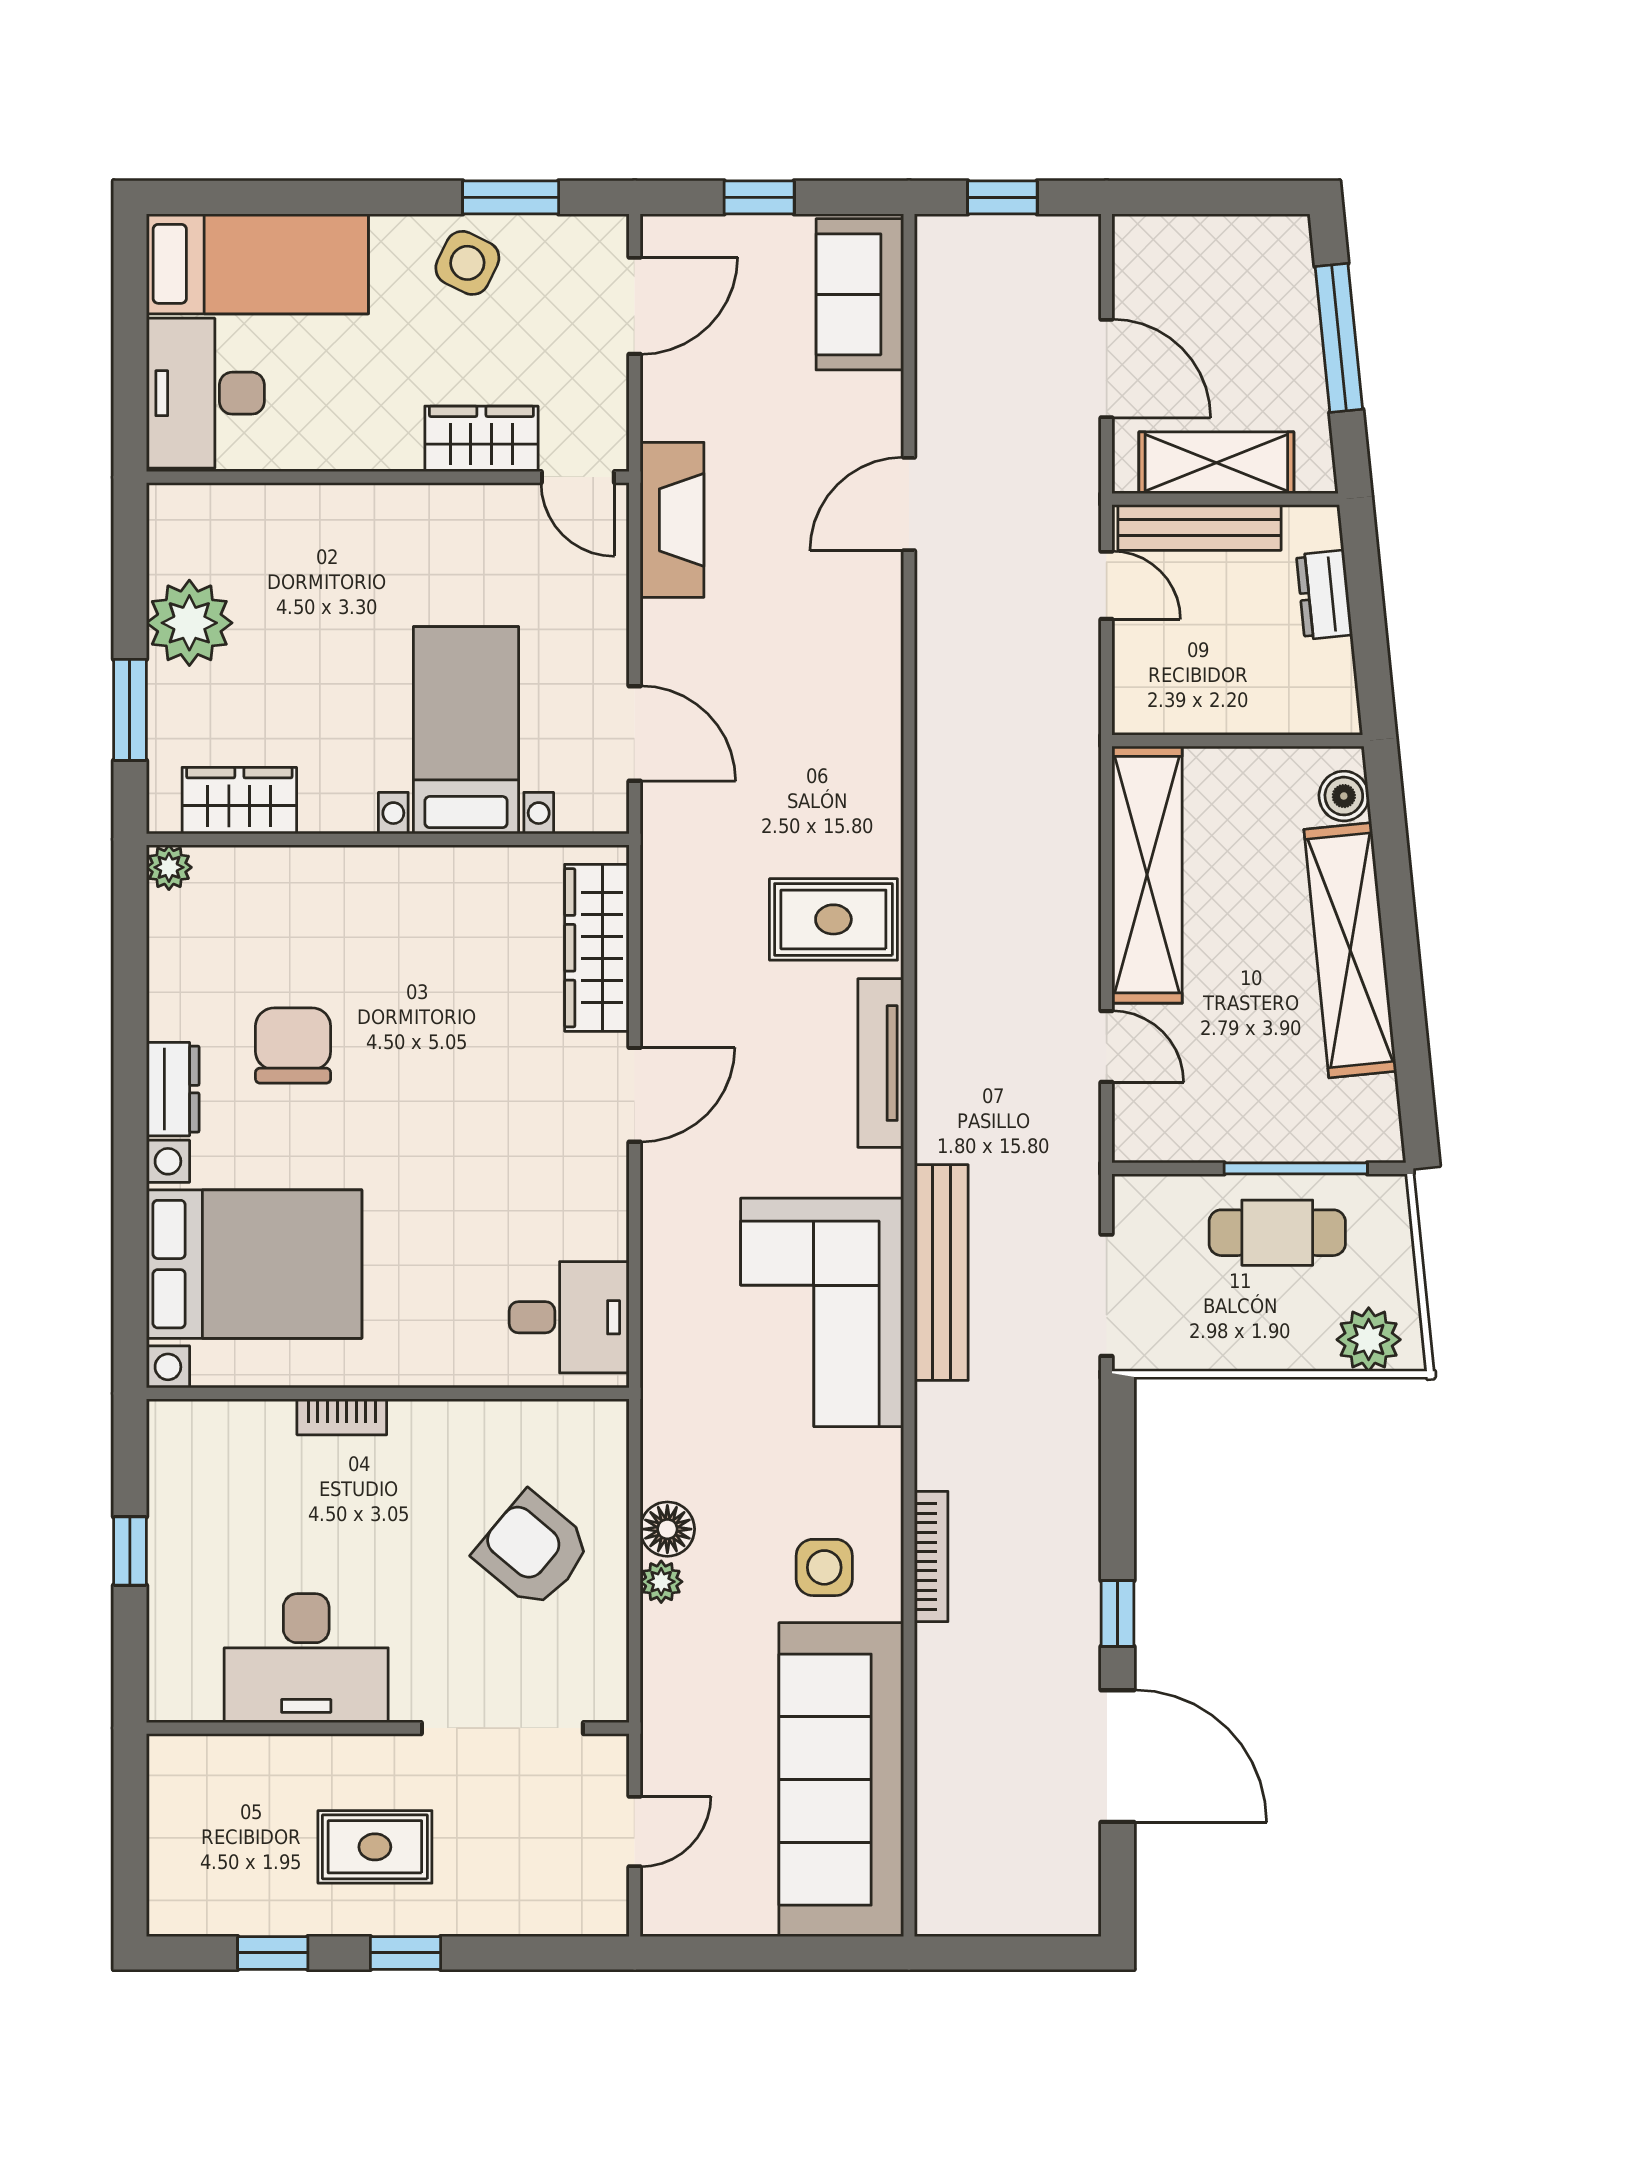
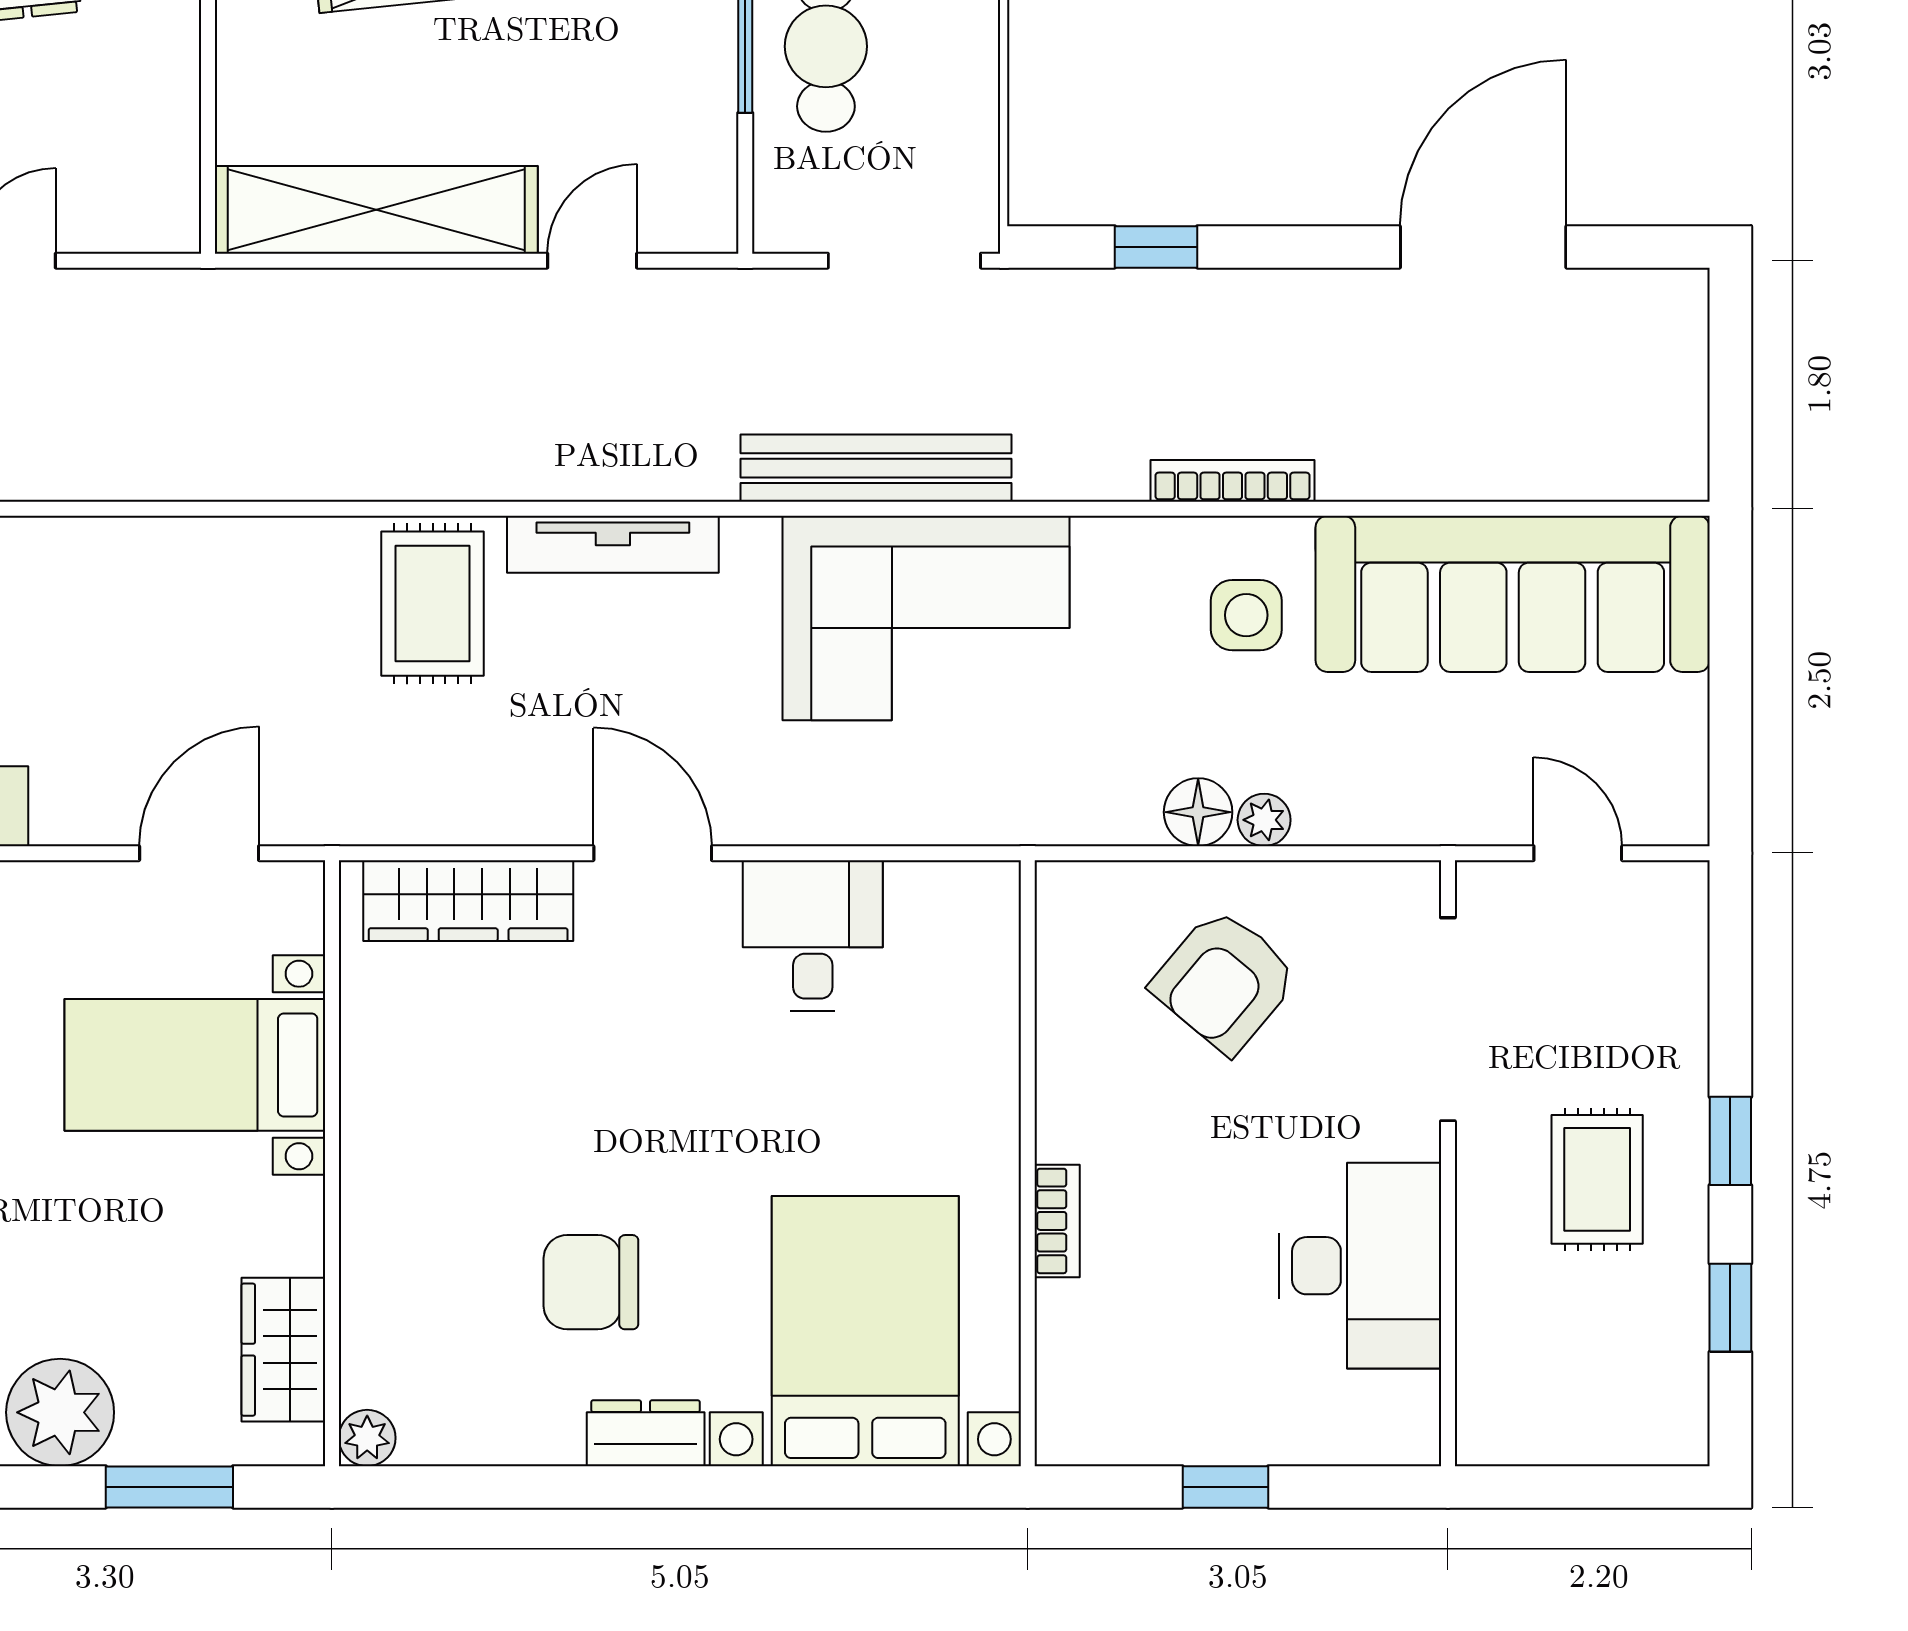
desk: (569, 1317) -> (813, 935), moved
window: (1117, 1613) -> (1156, 247), moved

